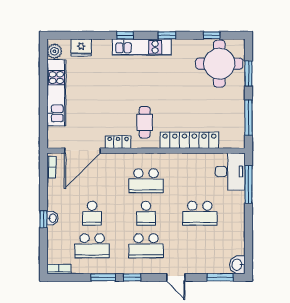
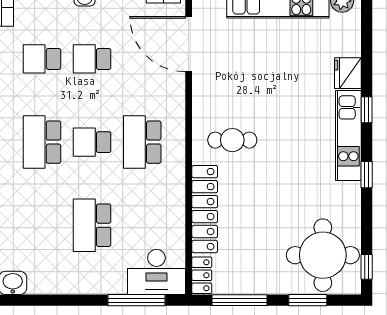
window: (212, 35) -> (367, 267), moved
fridge: (81, 47) -> (348, 73), moved
locker: (118, 142) -> (202, 275), moved
school desk: (92, 246) -> (42, 59), width x0.54

